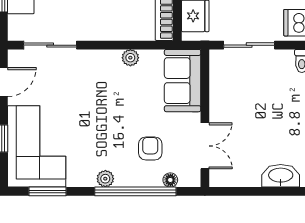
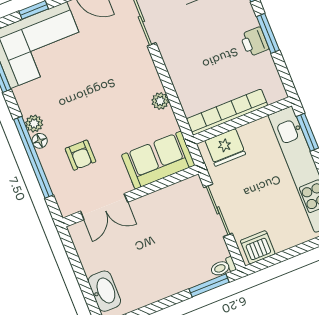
armchair: (150, 148) -> (80, 155), turned 90
floor lamp: (170, 180) -> (40, 141), moved

